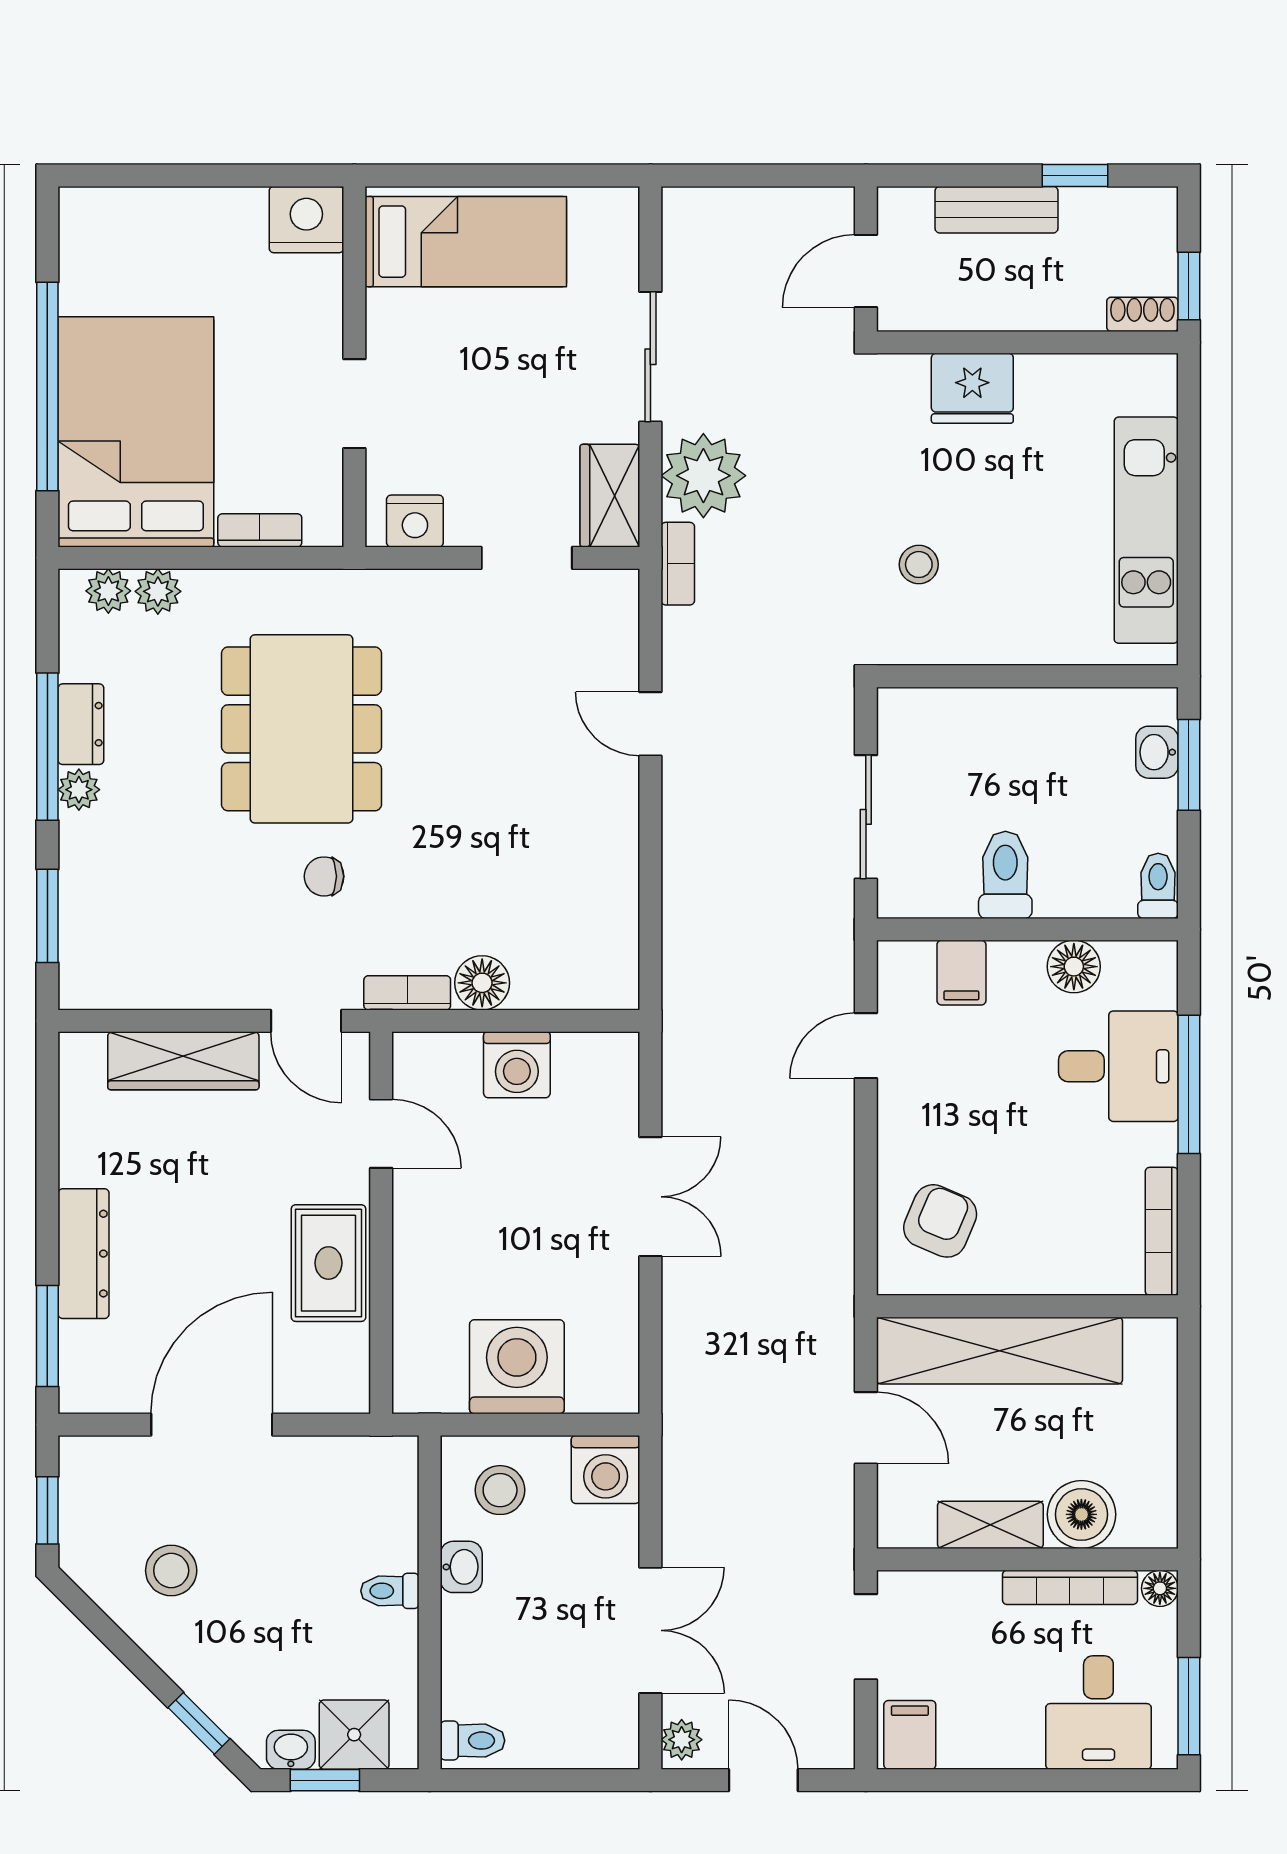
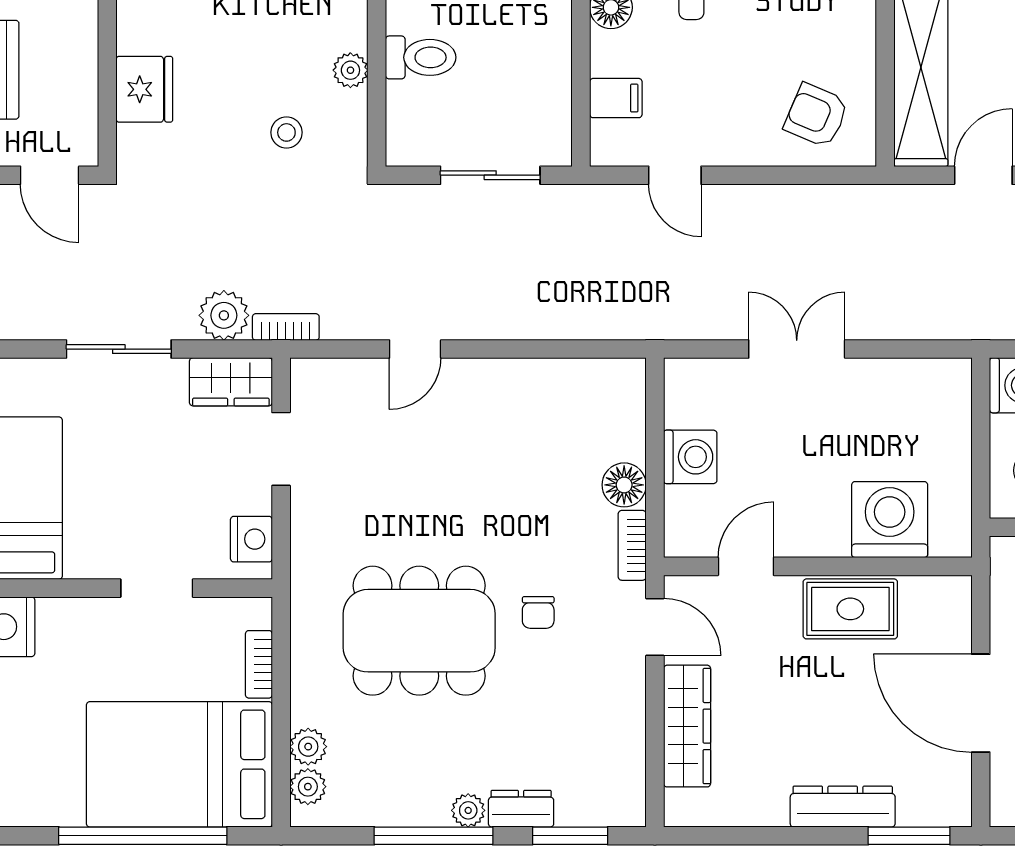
plant: (703, 476) -> (224, 315), width x0.73, depth x0.73
plant: (996, 644) -> (350, 70), added
dresser: (81, 724) -> (521, 809), moved
toilet: (1005, 875) -> (421, 57), moved, turned 180
door: (306, 1021) -> (655, 627), hinge flipped
washing machine: (517, 1367) -> (890, 520), moved, turned 90

